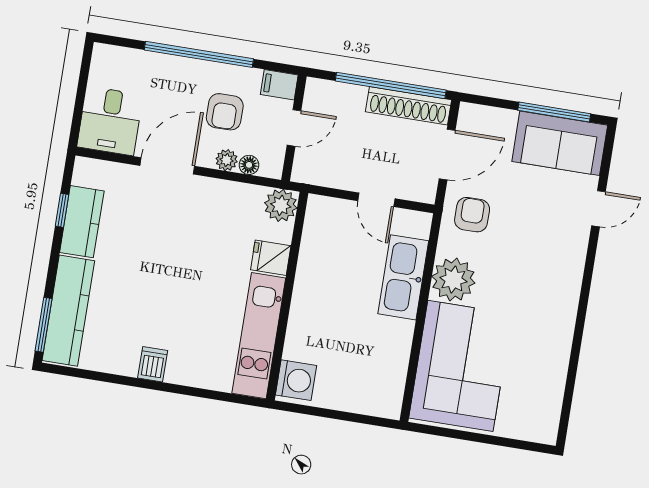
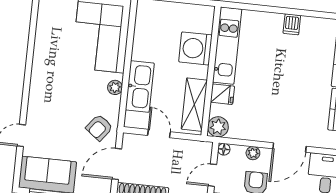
floor lamp: (249, 165) -> (224, 149), moved
armchair: (472, 215) -> (99, 128), turned 38
shelving: (317, 243) -> (194, 105), added
plant: (453, 280) -> (115, 87), width x0.53, depth x0.53
washing machine: (296, 380) -> (195, 48), moved, width x1.37, depth x1.37

